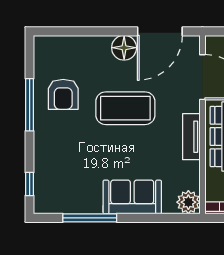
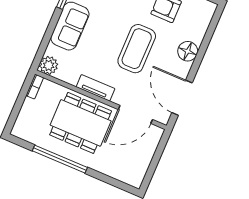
floor lamp: (124, 48) -> (188, 51), moved

